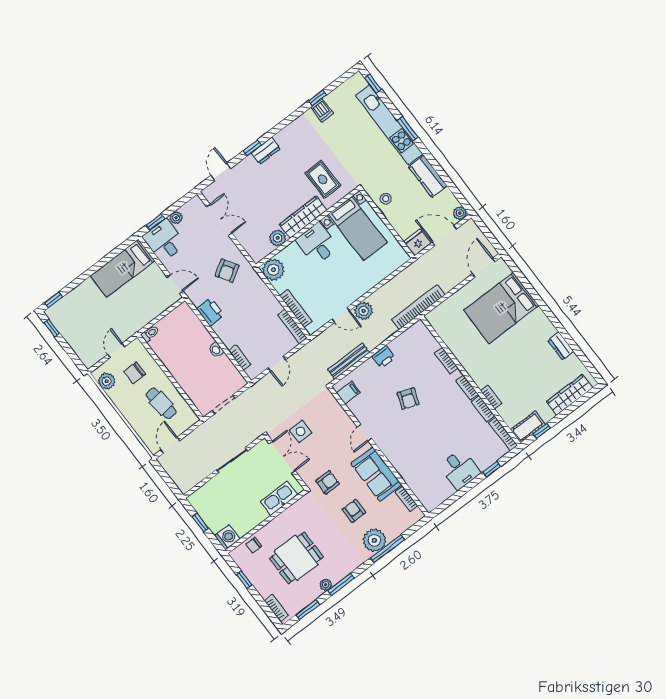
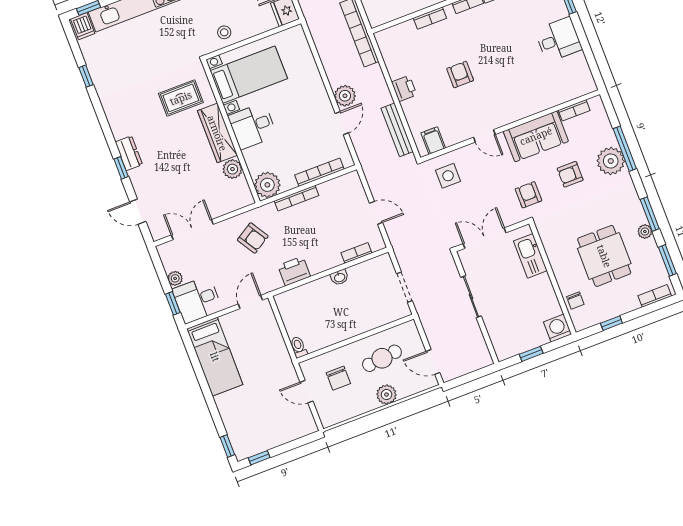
dishwasher: (322, 110) -> (83, 26), moved, turned 90
bookcase: (292, 326) -> (297, 198), moved
plant: (107, 381) -> (386, 395), moved
armchair: (408, 399) -> (460, 75), turned -110
side table: (301, 431) -> (448, 176), moved

